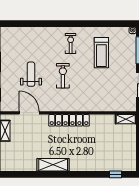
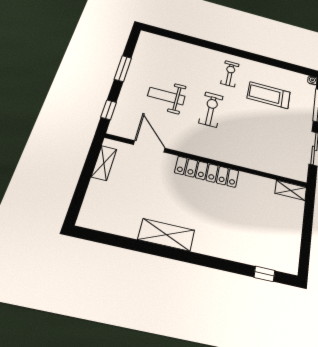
treadmill: (101, 53) -> (269, 95), turned 90
weight bench: (31, 74) -> (166, 96), turned -90

